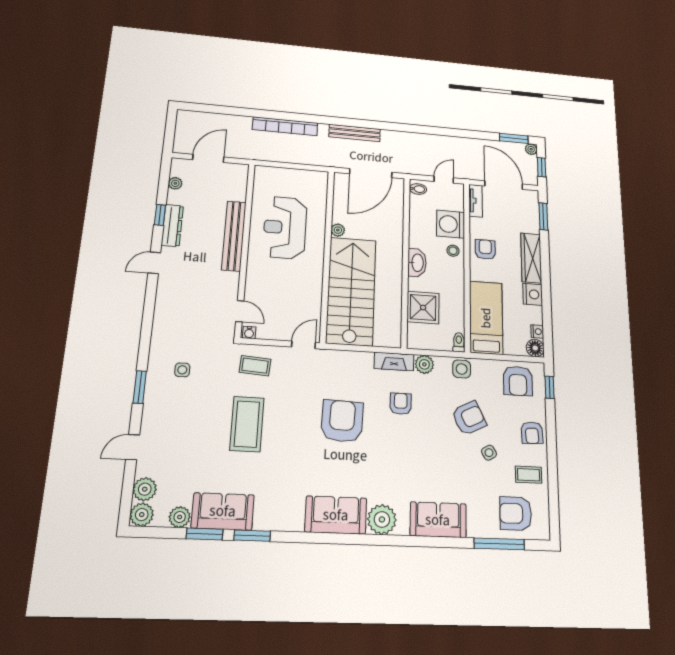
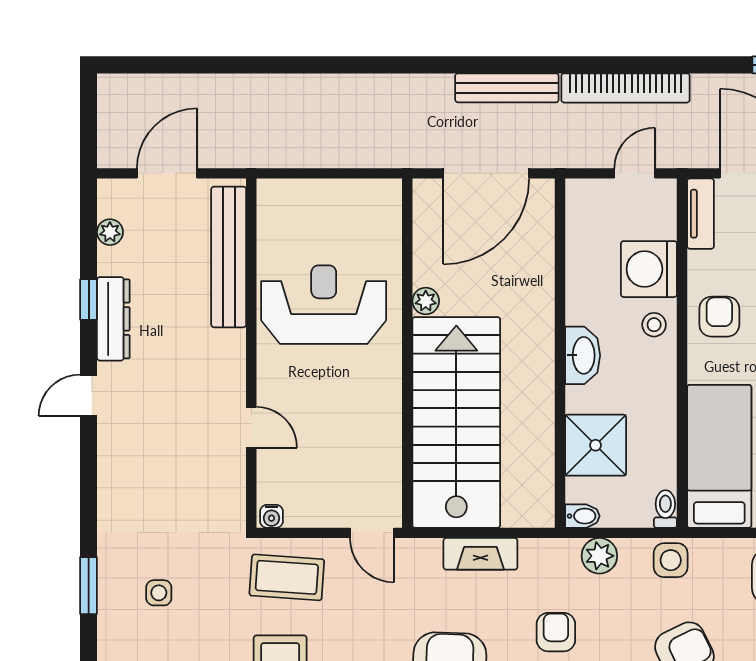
bookcase: (285, 126) -> (625, 88), moved
bench: (355, 133) -> (507, 88), moved
bidet: (418, 189) -> (582, 516), moved
reception desk: (285, 228) -> (324, 305), turned 90
bench: (234, 236) -> (229, 257), moved
door: (240, 311) -> (251, 427), moved
door: (304, 345) -> (372, 533), swing flipped
fireplace: (394, 361) -> (480, 554), moved
coffee table: (255, 366) -> (287, 577), width x1.36, depth x1.30
window: (140, 387) -> (89, 586), moved

